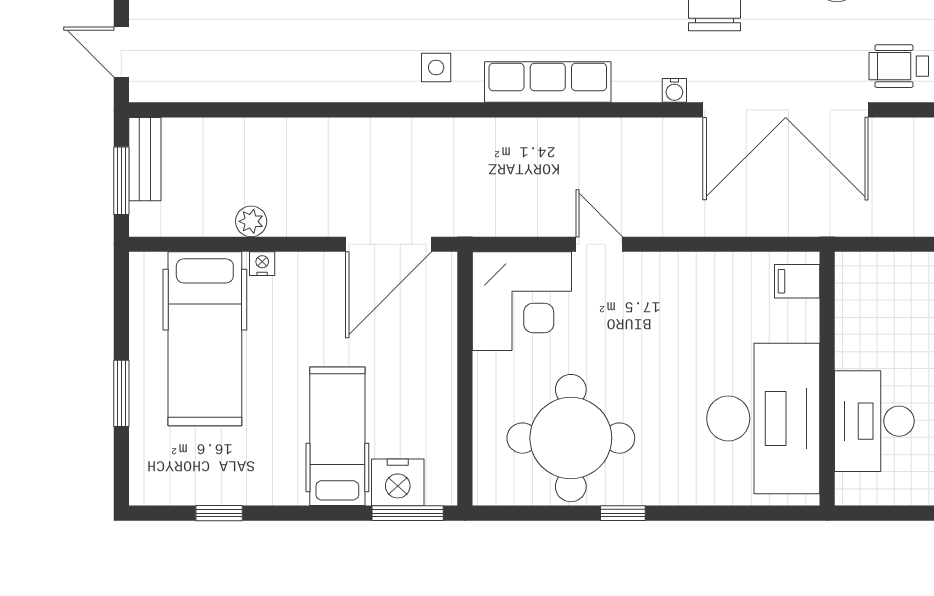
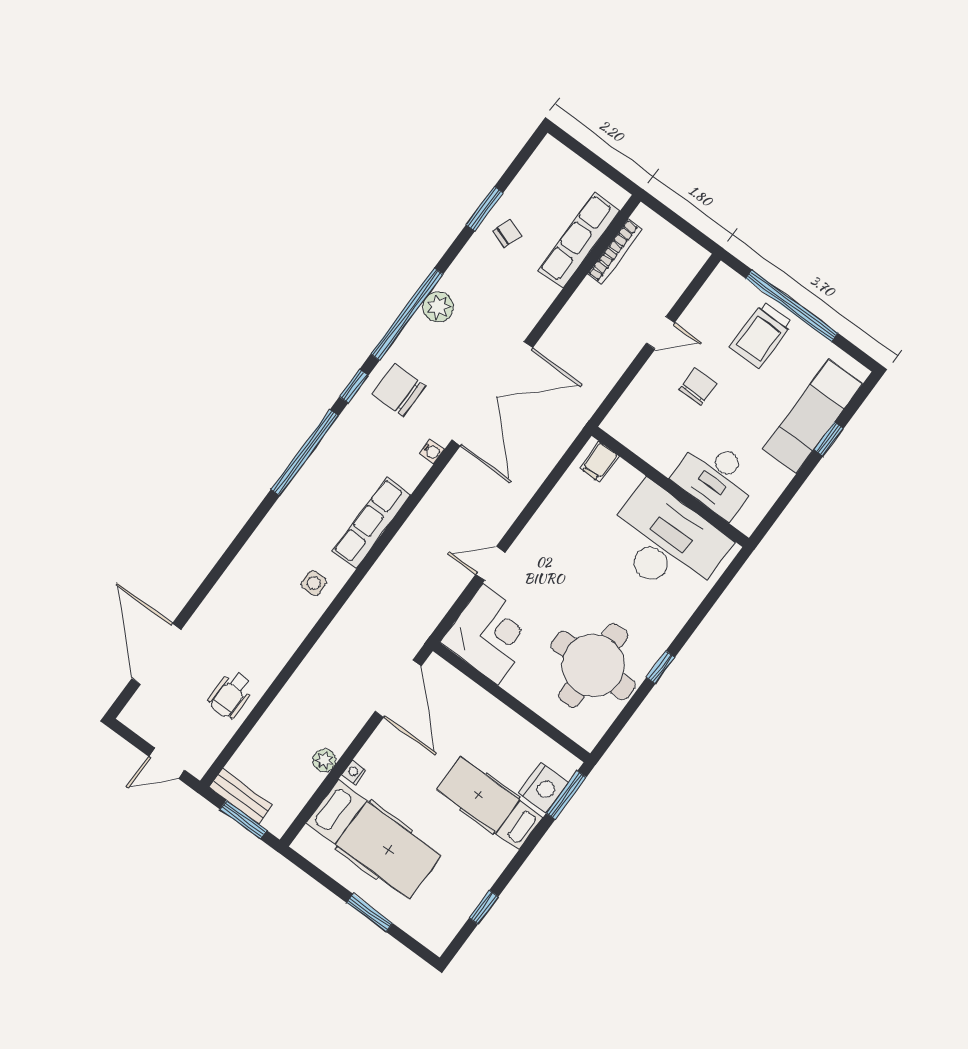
wheelchair: (899, 66) -> (231, 695), moved

